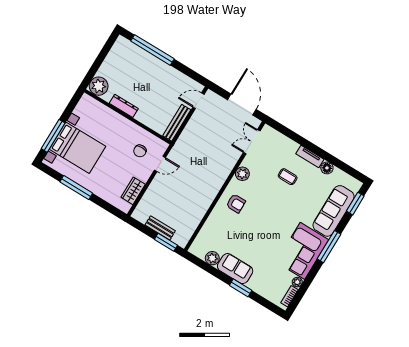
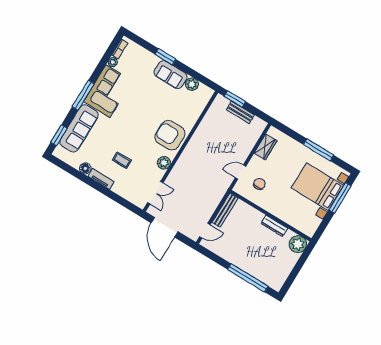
armchair: (236, 203) -> (170, 135), width x1.88, depth x1.88

